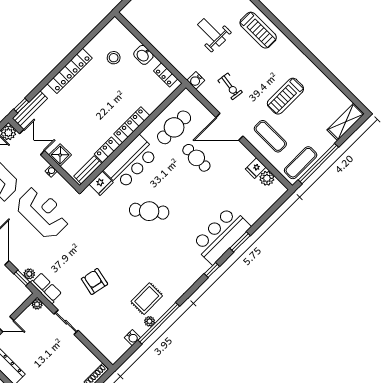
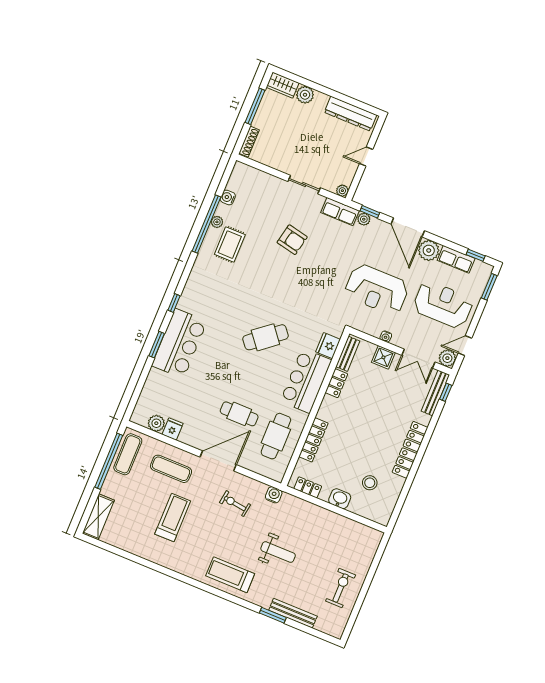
locker: (132, 125) -> (313, 440), moved

